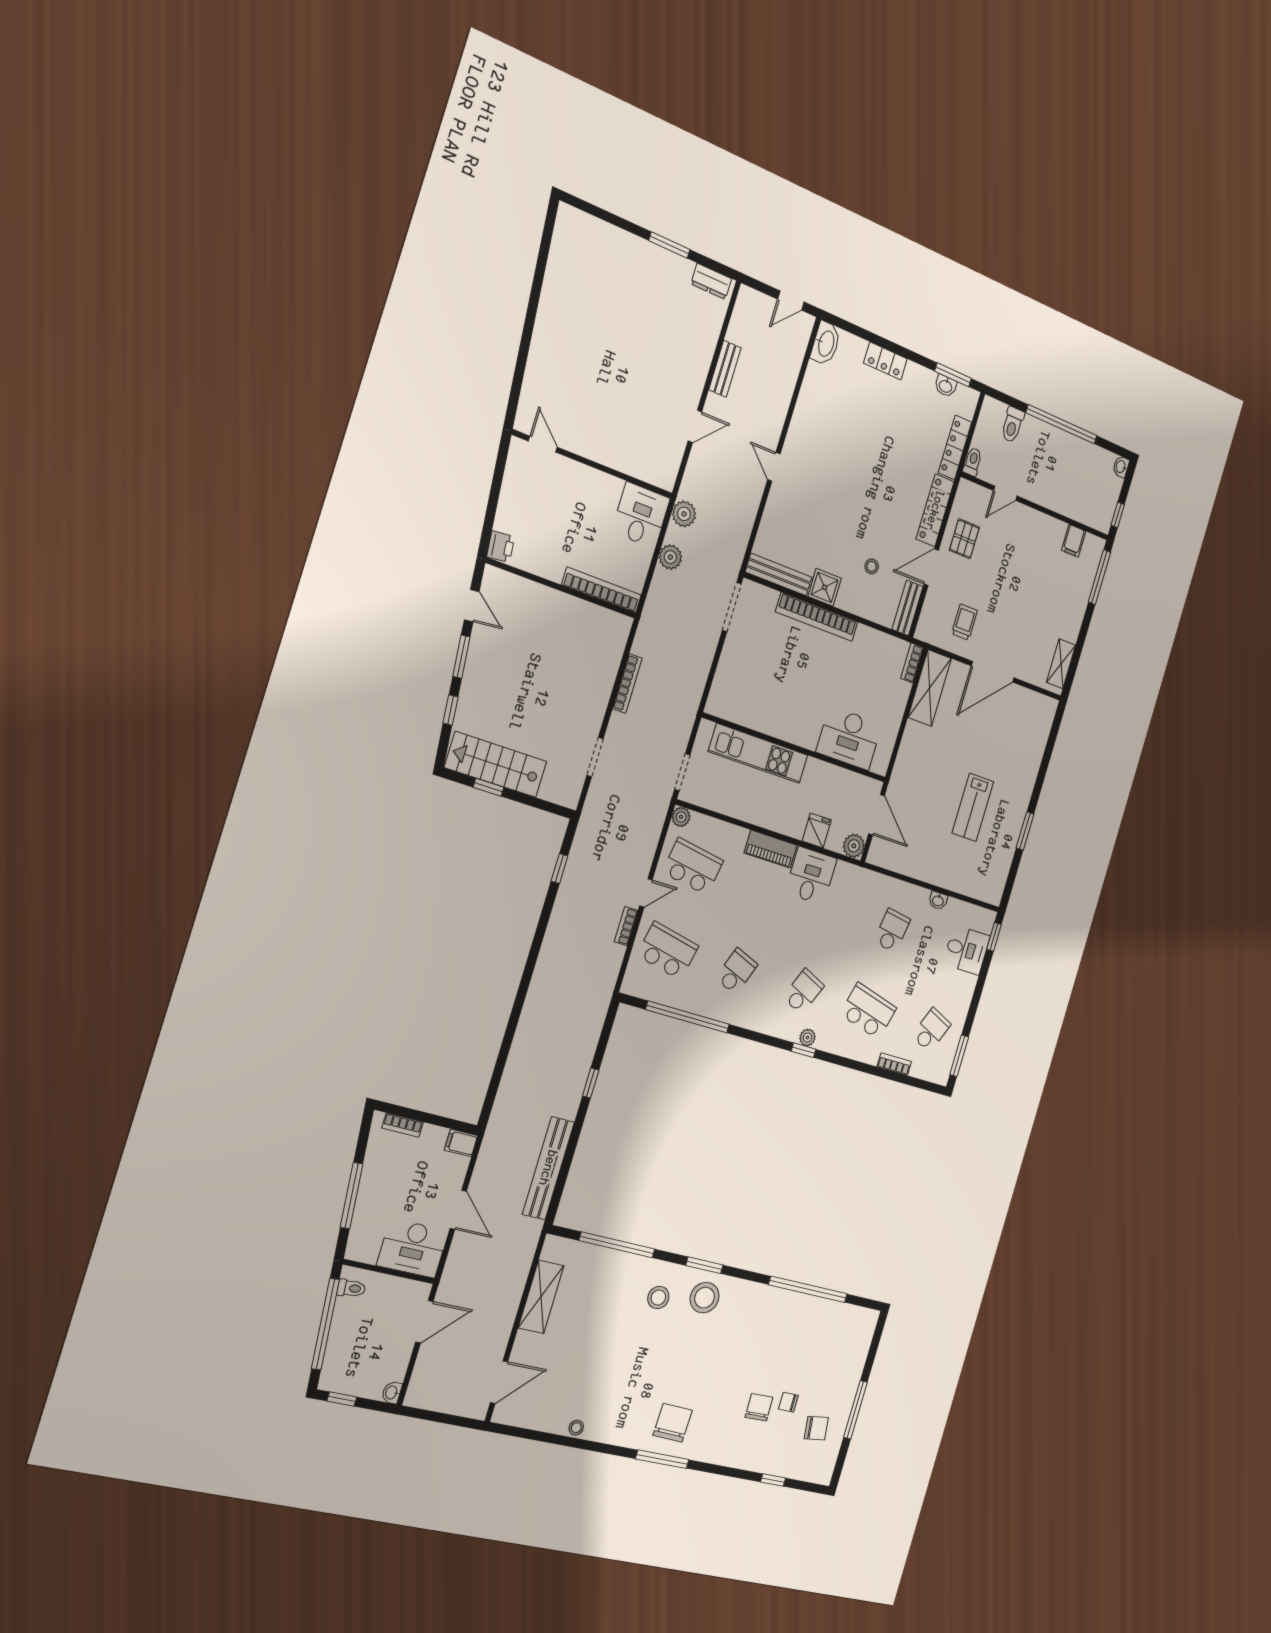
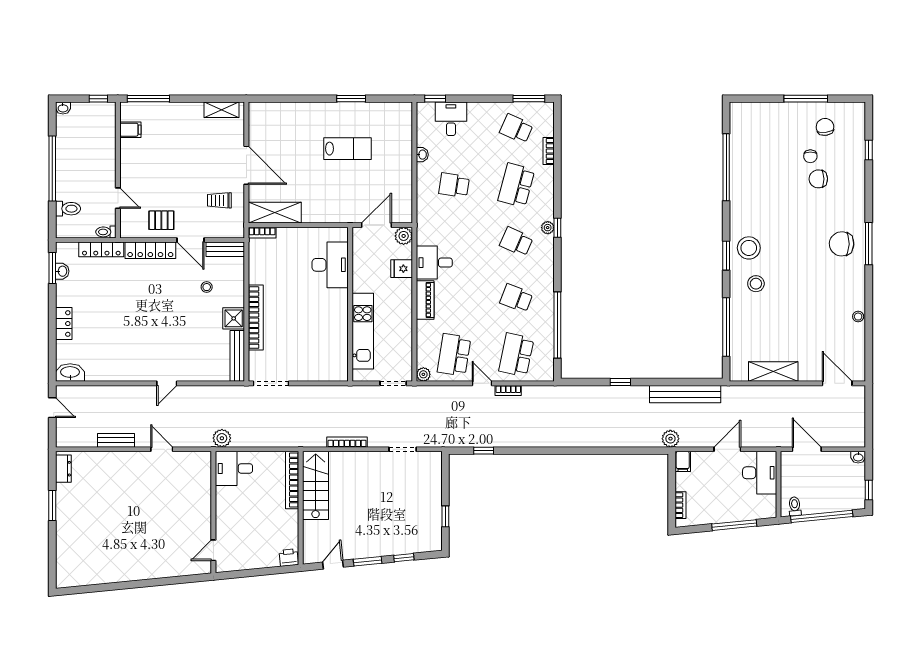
plant: (670, 557) -> (670, 439), moved
stairs: (496, 765) -> (316, 485), moved, turned 180

